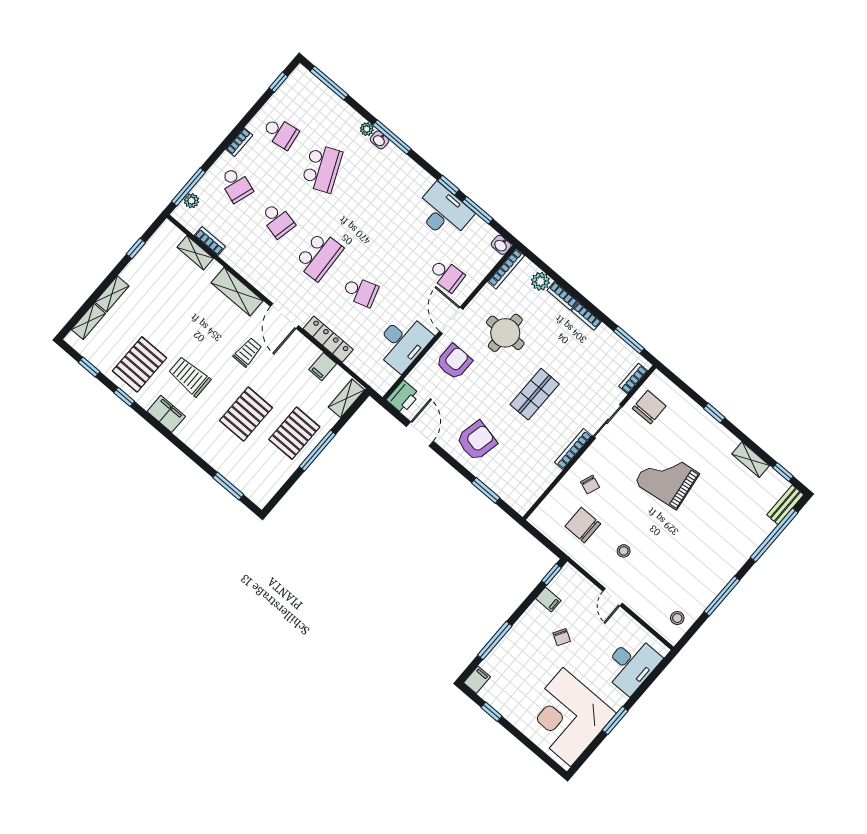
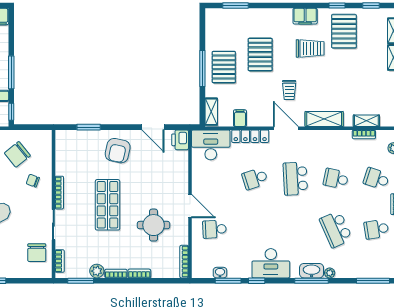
washbasin: (379, 140) -> (312, 271), width x1.91, depth x1.45
desk: (443, 212) -> (271, 263), moved
washbasin: (501, 245) -> (220, 273), moved
plant: (540, 281) -> (97, 271), moved
desk: (403, 342) -> (211, 145), moved, turned 90
armchair: (454, 362) -> (168, 184), removed
shop shelf: (535, 394) -> (108, 205), width x1.43, depth x1.36
chair: (583, 525) -> (17, 154), turned 141
window: (495, 641) -> (11, 72), moved

